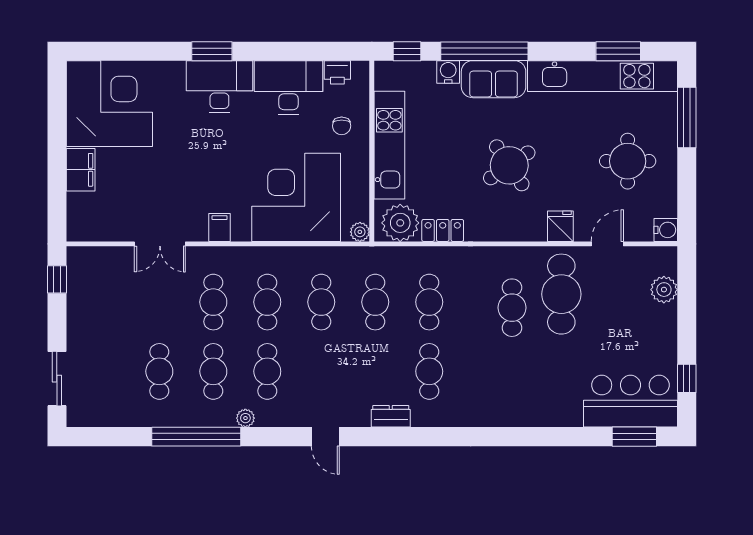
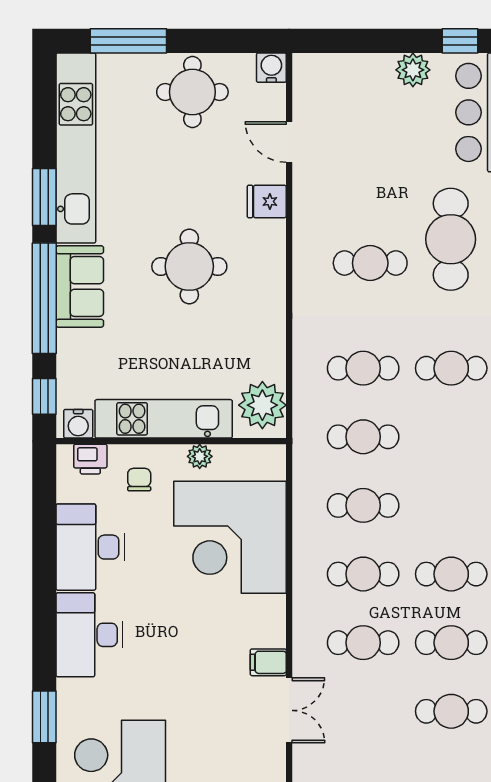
window: (212, 51) -> (44, 717), moved
window: (618, 51) -> (44, 197), moved
printer: (337, 72) -> (90, 459), moved, turned 90
water cooler: (448, 72) -> (78, 424), moved, turned -90
chair: (342, 126) -> (139, 480), turned -90
round table: (628, 161) -> (192, 92), moved
round table: (509, 165) -> (189, 266), turned 34
filing cabinet: (219, 227) -> (268, 662), moved
locker: (443, 230) -> (272, 351), removed
plant: (360, 232) -> (200, 456), moved
plant: (664, 290) -> (413, 70), moved
cafe table: (561, 294) -> (451, 239), moved, turned 90

